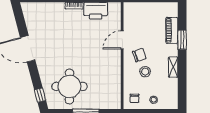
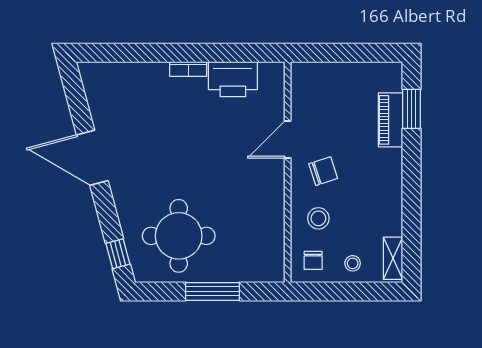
window: (182, 40) -> (411, 109), moved
shelving: (173, 67) -> (393, 258), moved
stool: (145, 72) -> (318, 218), moved

